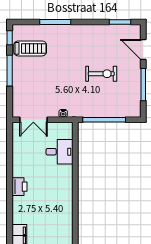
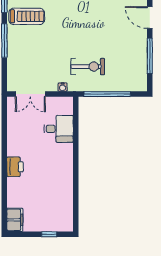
exercise bike: (101, 74) -> (88, 67), moved

